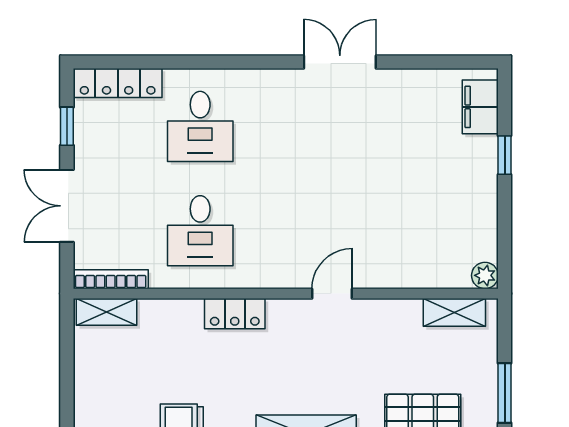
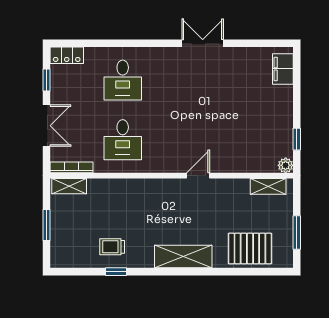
locker: (118, 83) -> (67, 55), width x0.66
window: (505, 155) -> (297, 139), moved
double door: (67, 206) -> (46, 126), swing flipped
locker: (235, 314) -> (142, 187), removed
window: (67, 380) -> (46, 225), added

